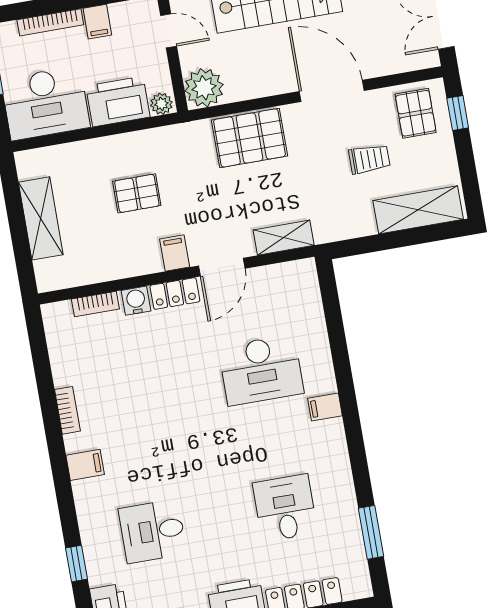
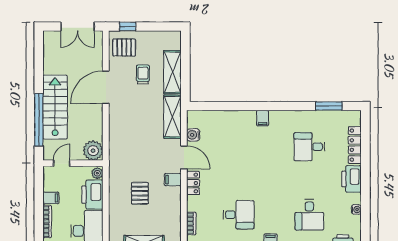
pallet: (249, 138) -> (122, 132), removed
shelving: (418, 210) -> (172, 72), moved
shelving: (284, 238) -> (172, 117), width x1.50, depth x1.33
water cooler: (136, 301) -> (193, 135), moved
desk: (261, 370) -> (239, 215), moved, width x0.73

